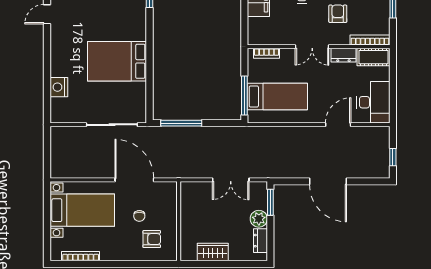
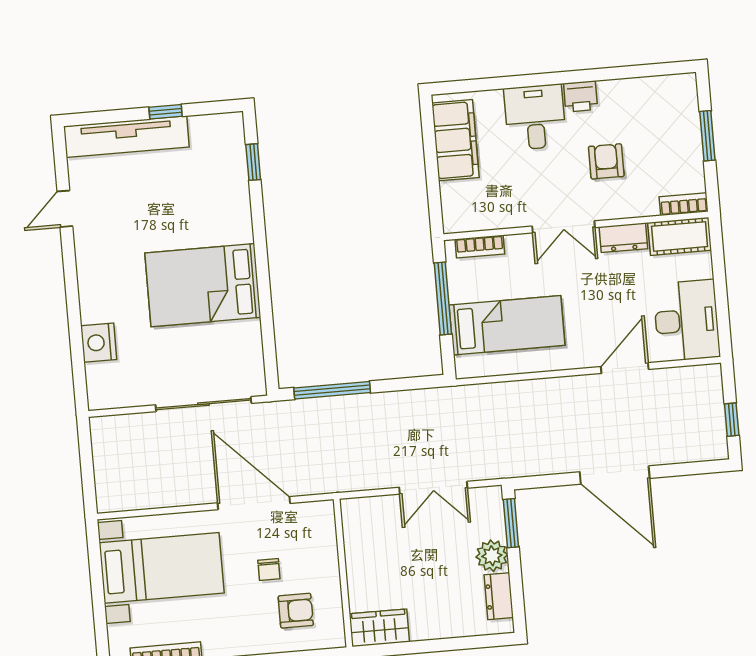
bookcase: (370, 40) -> (684, 204), width x0.64
window: (244, 95) -> (443, 298), moved
wardrobe: (213, 252) -> (379, 628), moved

